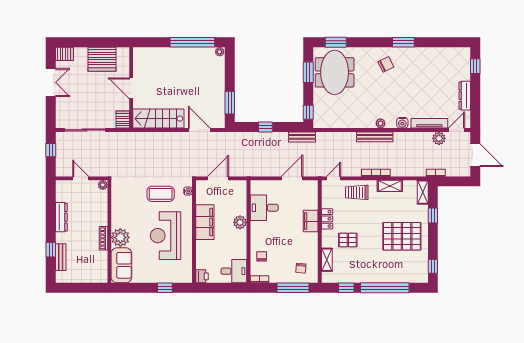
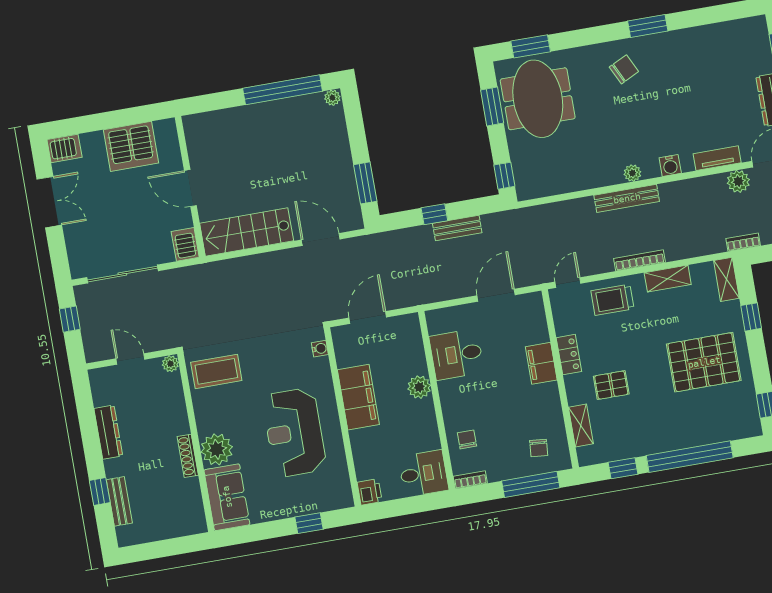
tv unit: (429, 123) -> (717, 158), width x0.71
bench: (302, 137) -> (457, 228), moved
coffee table: (161, 194) -> (216, 371), moved

